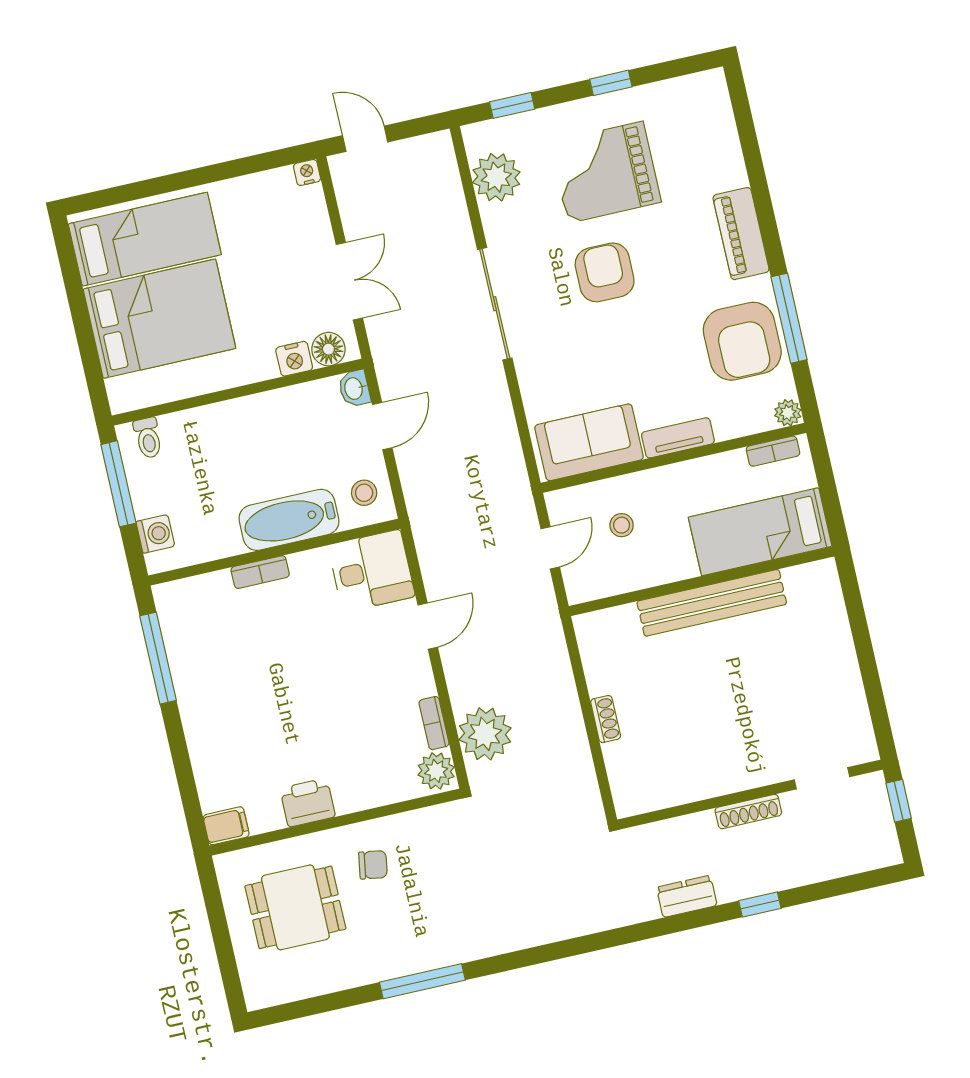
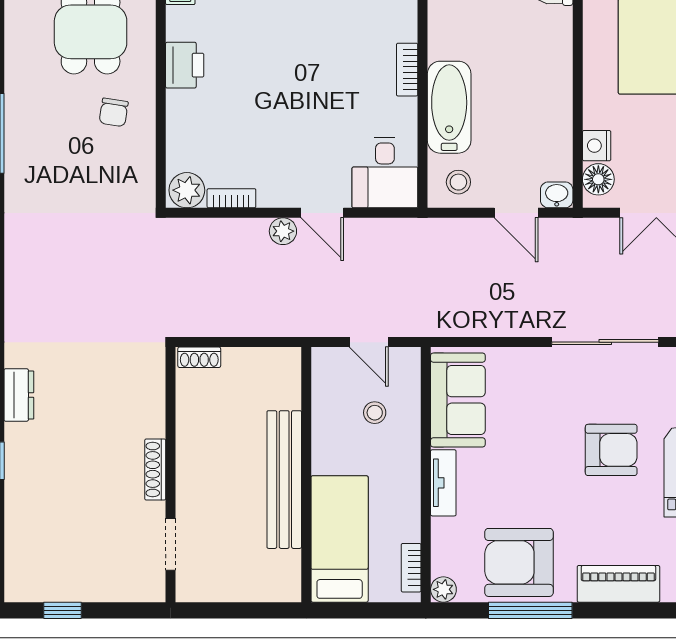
plant: (485, 734) -> (283, 231), moved, width x0.53, depth x0.53
doorway: (822, 778) -> (170, 544), moved
wall: (750, 795) -> (170, 475), moved
shoe rack: (748, 812) -> (155, 469), moved

